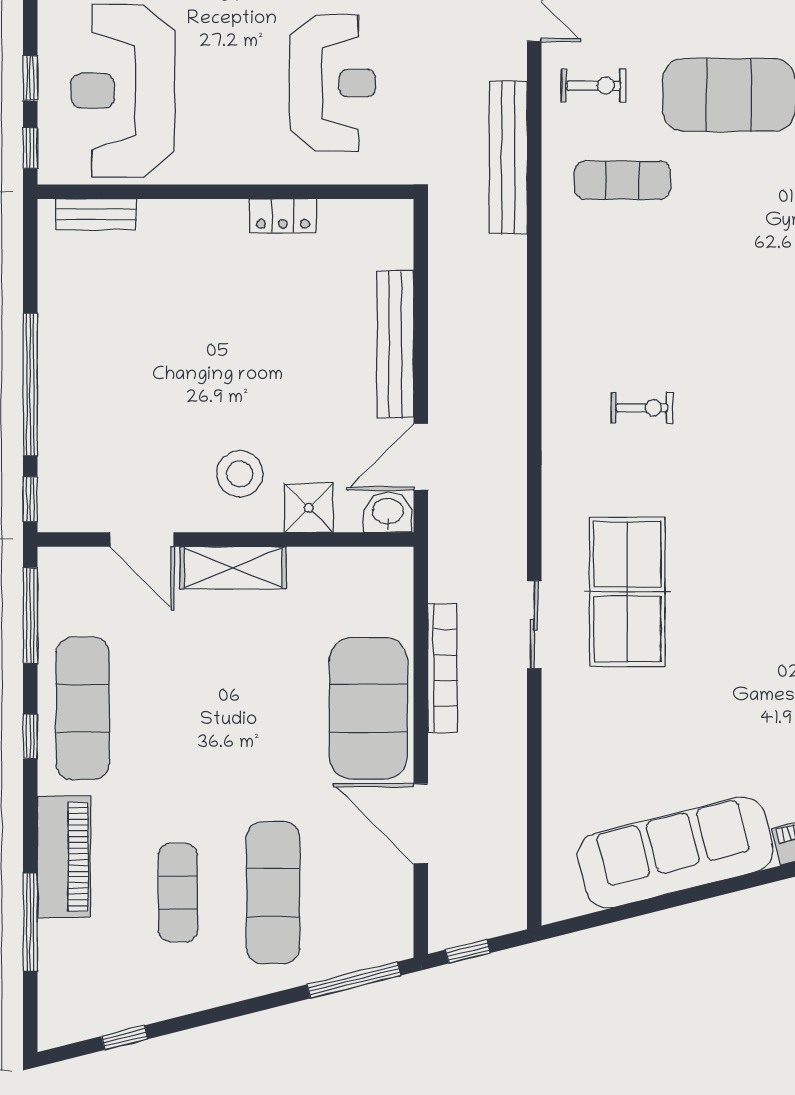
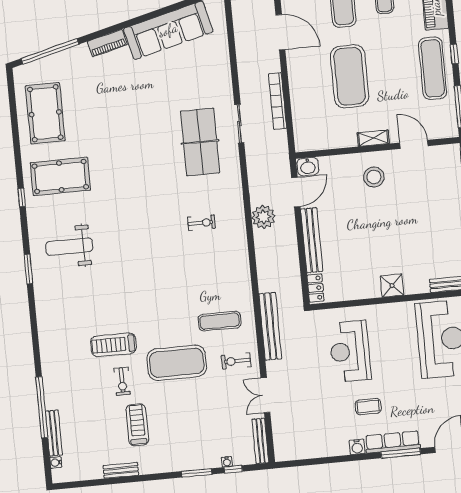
locker: (283, 216) -> (316, 288), moved, turned 90
plant: (500, 407) -> (263, 217), added
exercise bike: (642, 408) -> (202, 223), turned 180
shower: (309, 508) -> (392, 286), moved
shelving: (233, 568) -> (373, 138), width x0.67, depth x0.75
exercise mat: (368, 708) -> (350, 76), moved

